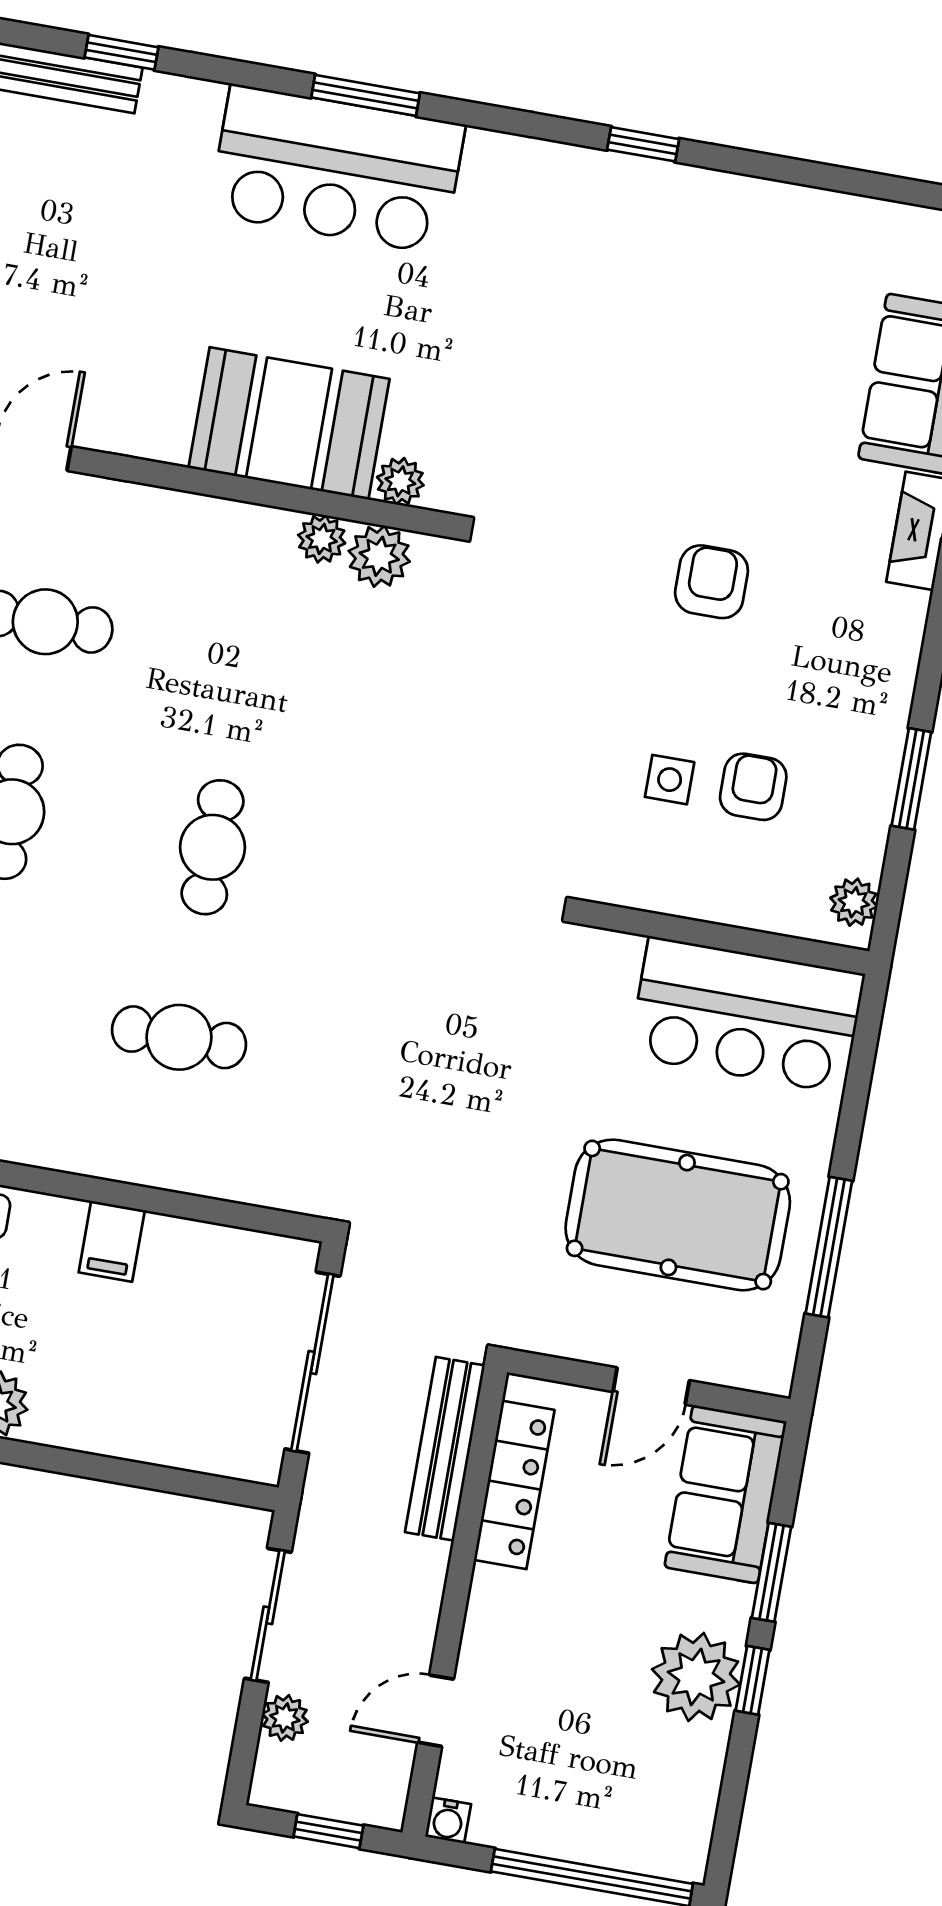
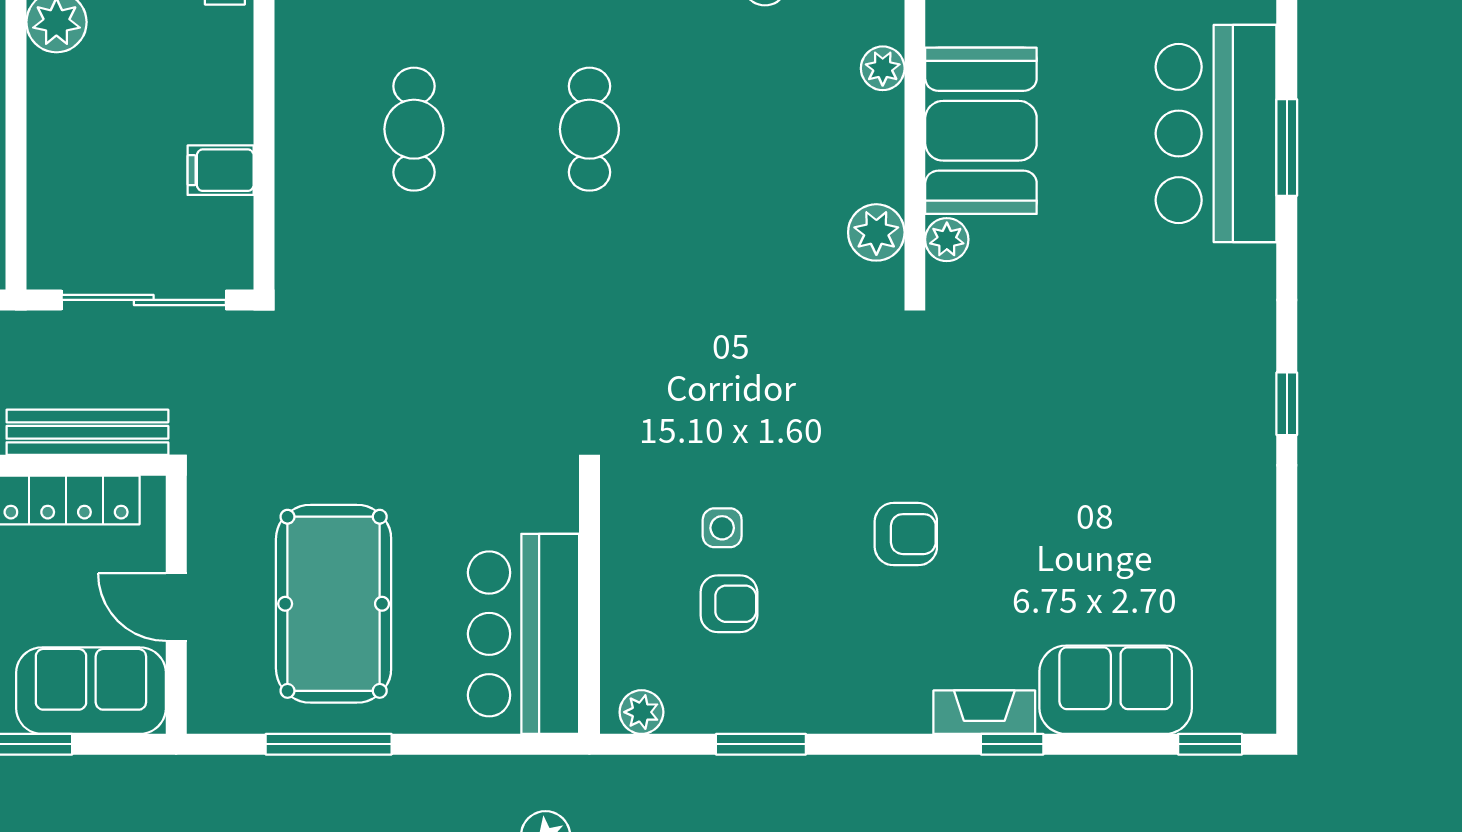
plant: (322, 539) -> (883, 68), moved
cafe table: (213, 847) -> (589, 129), turned 90
filing cabinet: (112, 1241) -> (221, 170), moved

